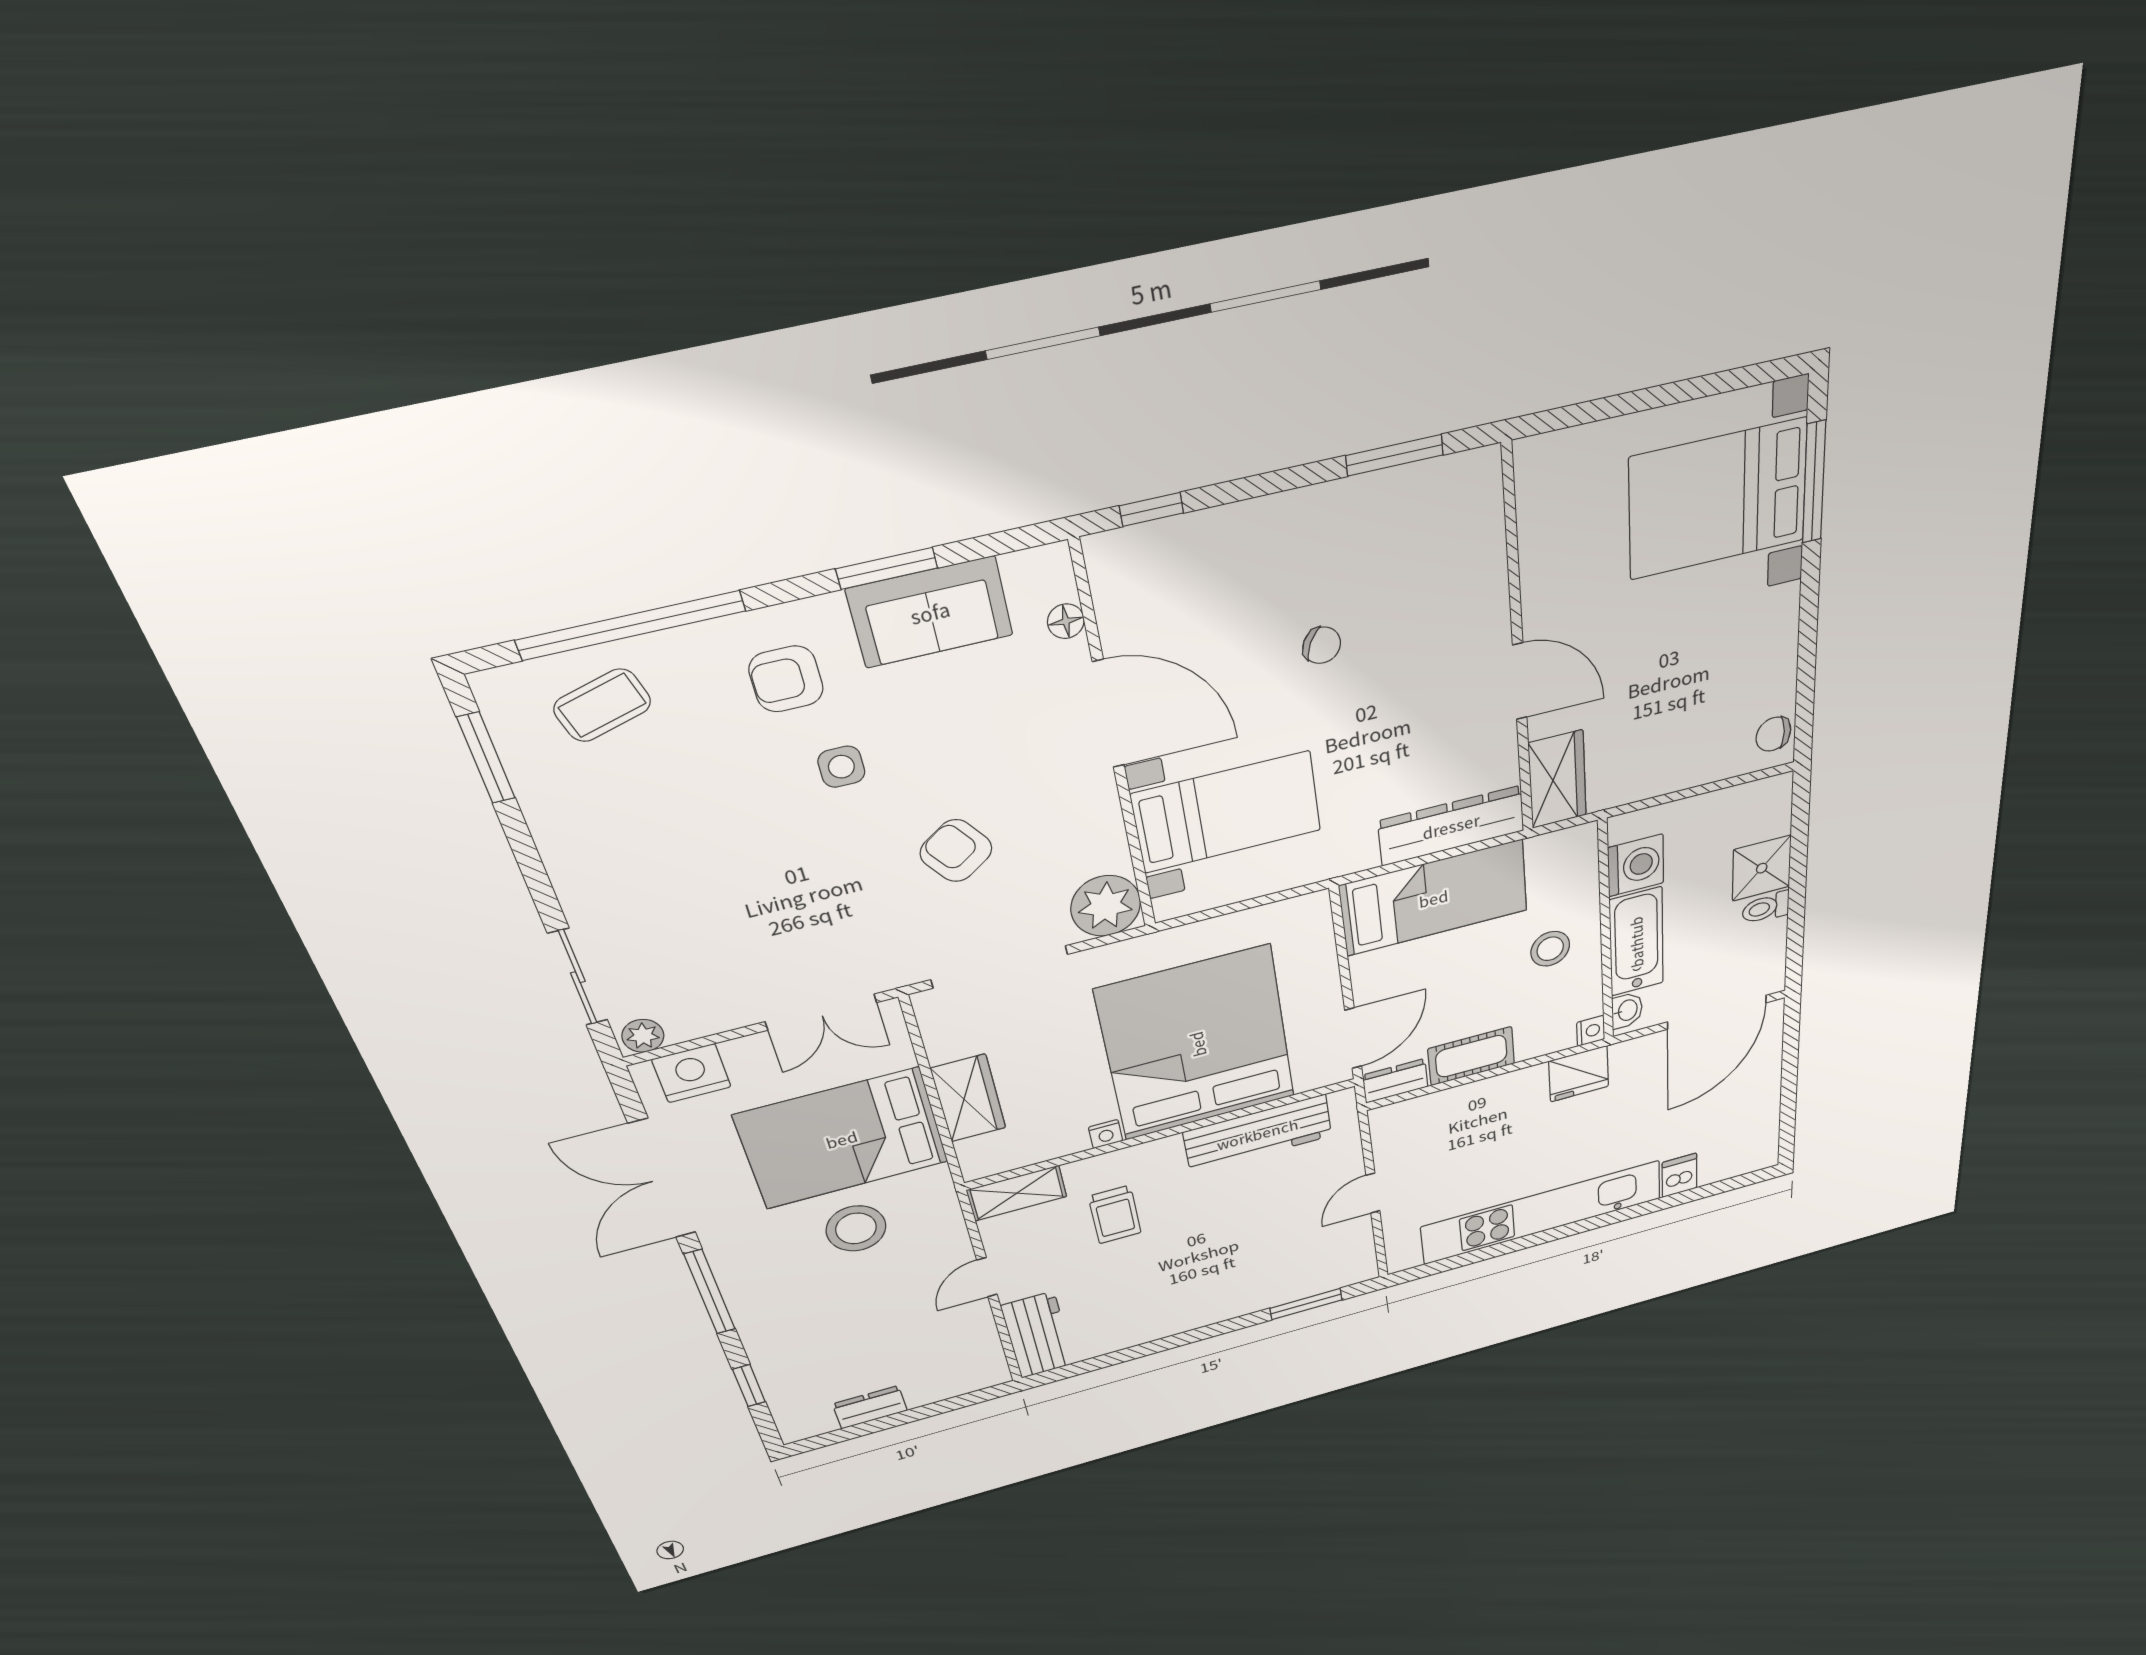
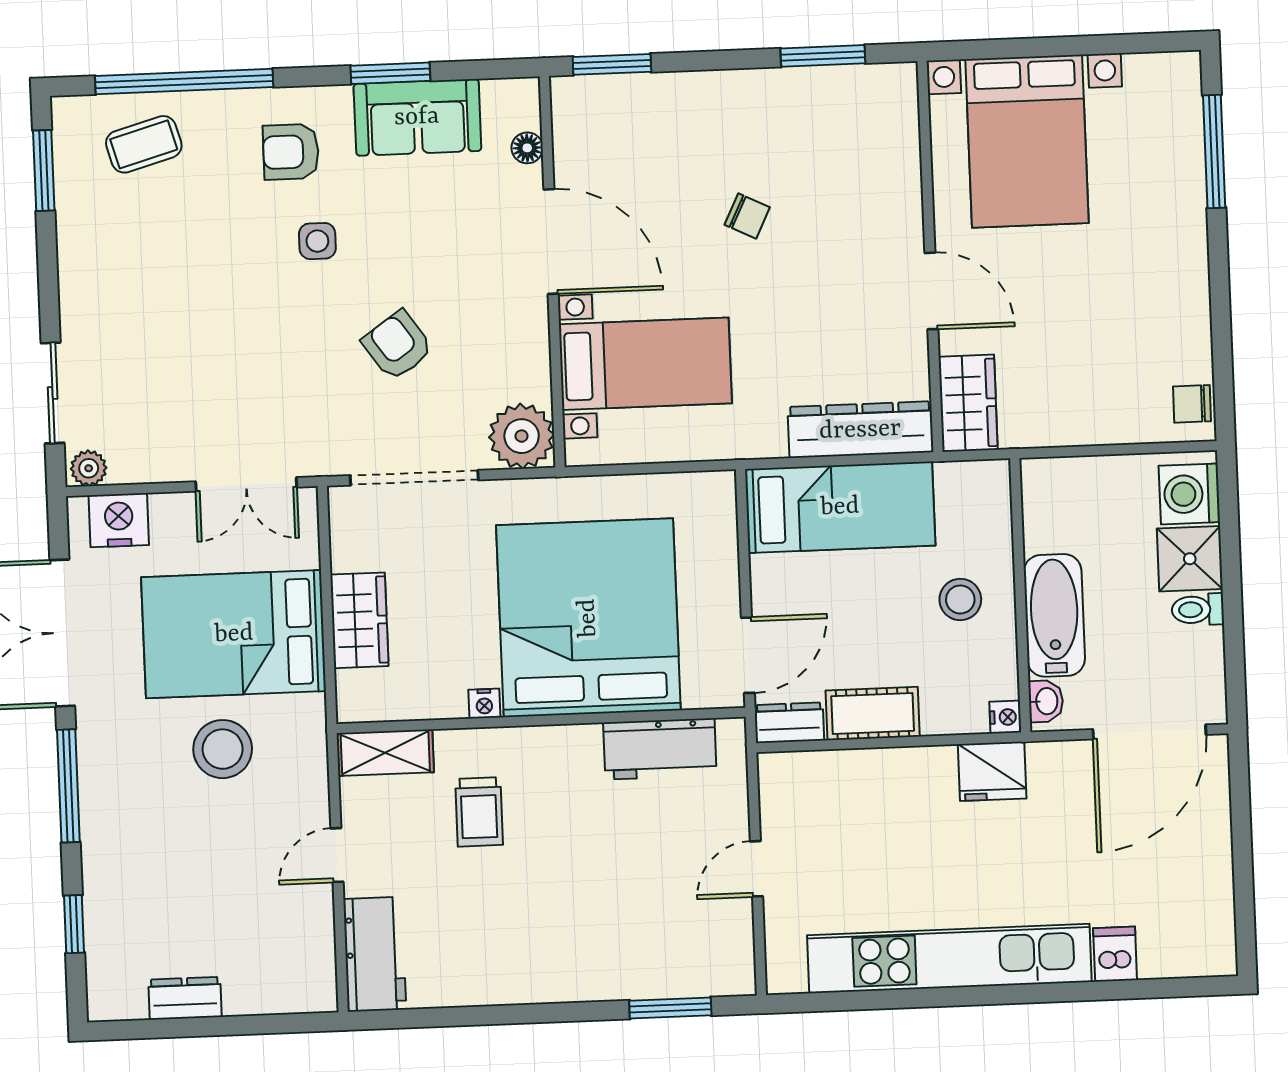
bed with nightstands: (1718, 499) -> (1027, 141), moved, turned -90
window: (1151, 509) -> (612, 64), width x1.50
washing machine: (1636, 865) -> (1189, 494), moved, turned 180
workbench: (1258, 1134) -> (660, 749), width x0.73

